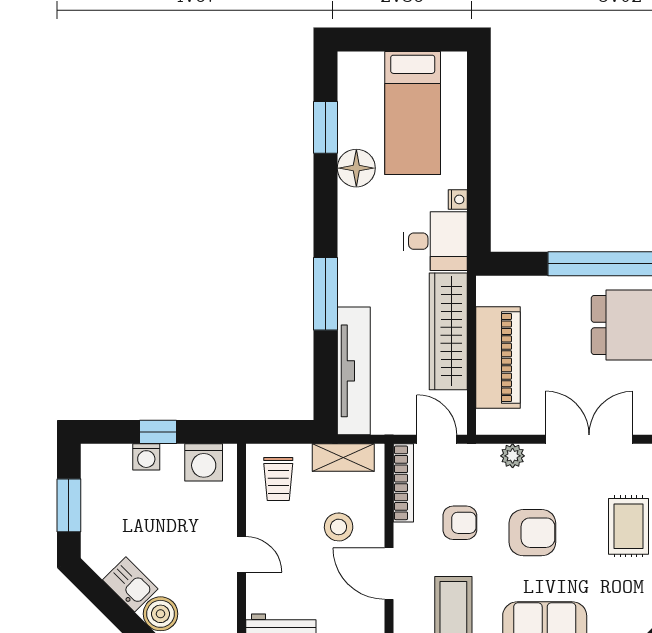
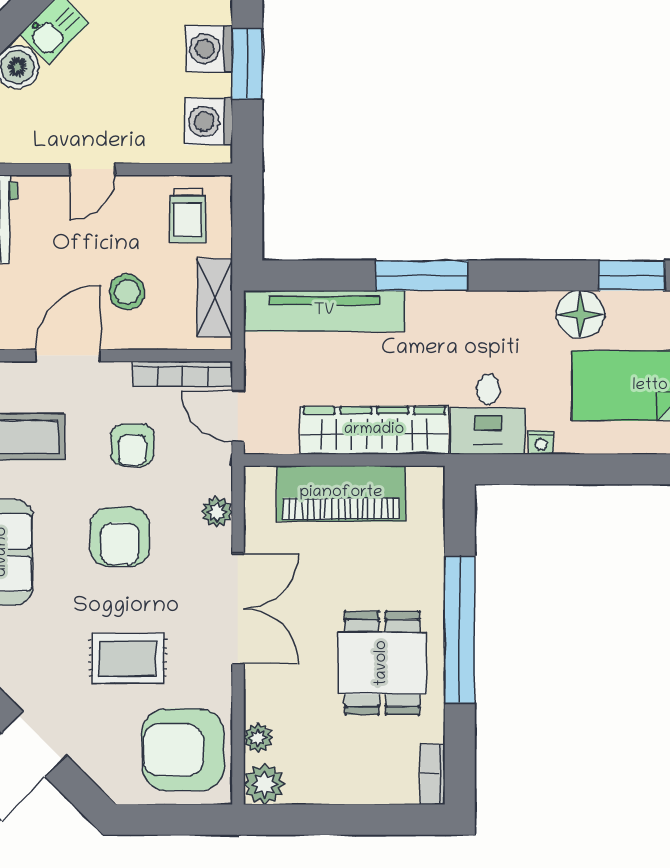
window: (158, 432) -> (247, 64), width x1.50
door: (437, 439) -> (238, 416), swing flipped
washing machine: (146, 457) -> (209, 49), width x1.38, depth x1.38
trolley: (278, 479) -> (188, 216), turned -90

